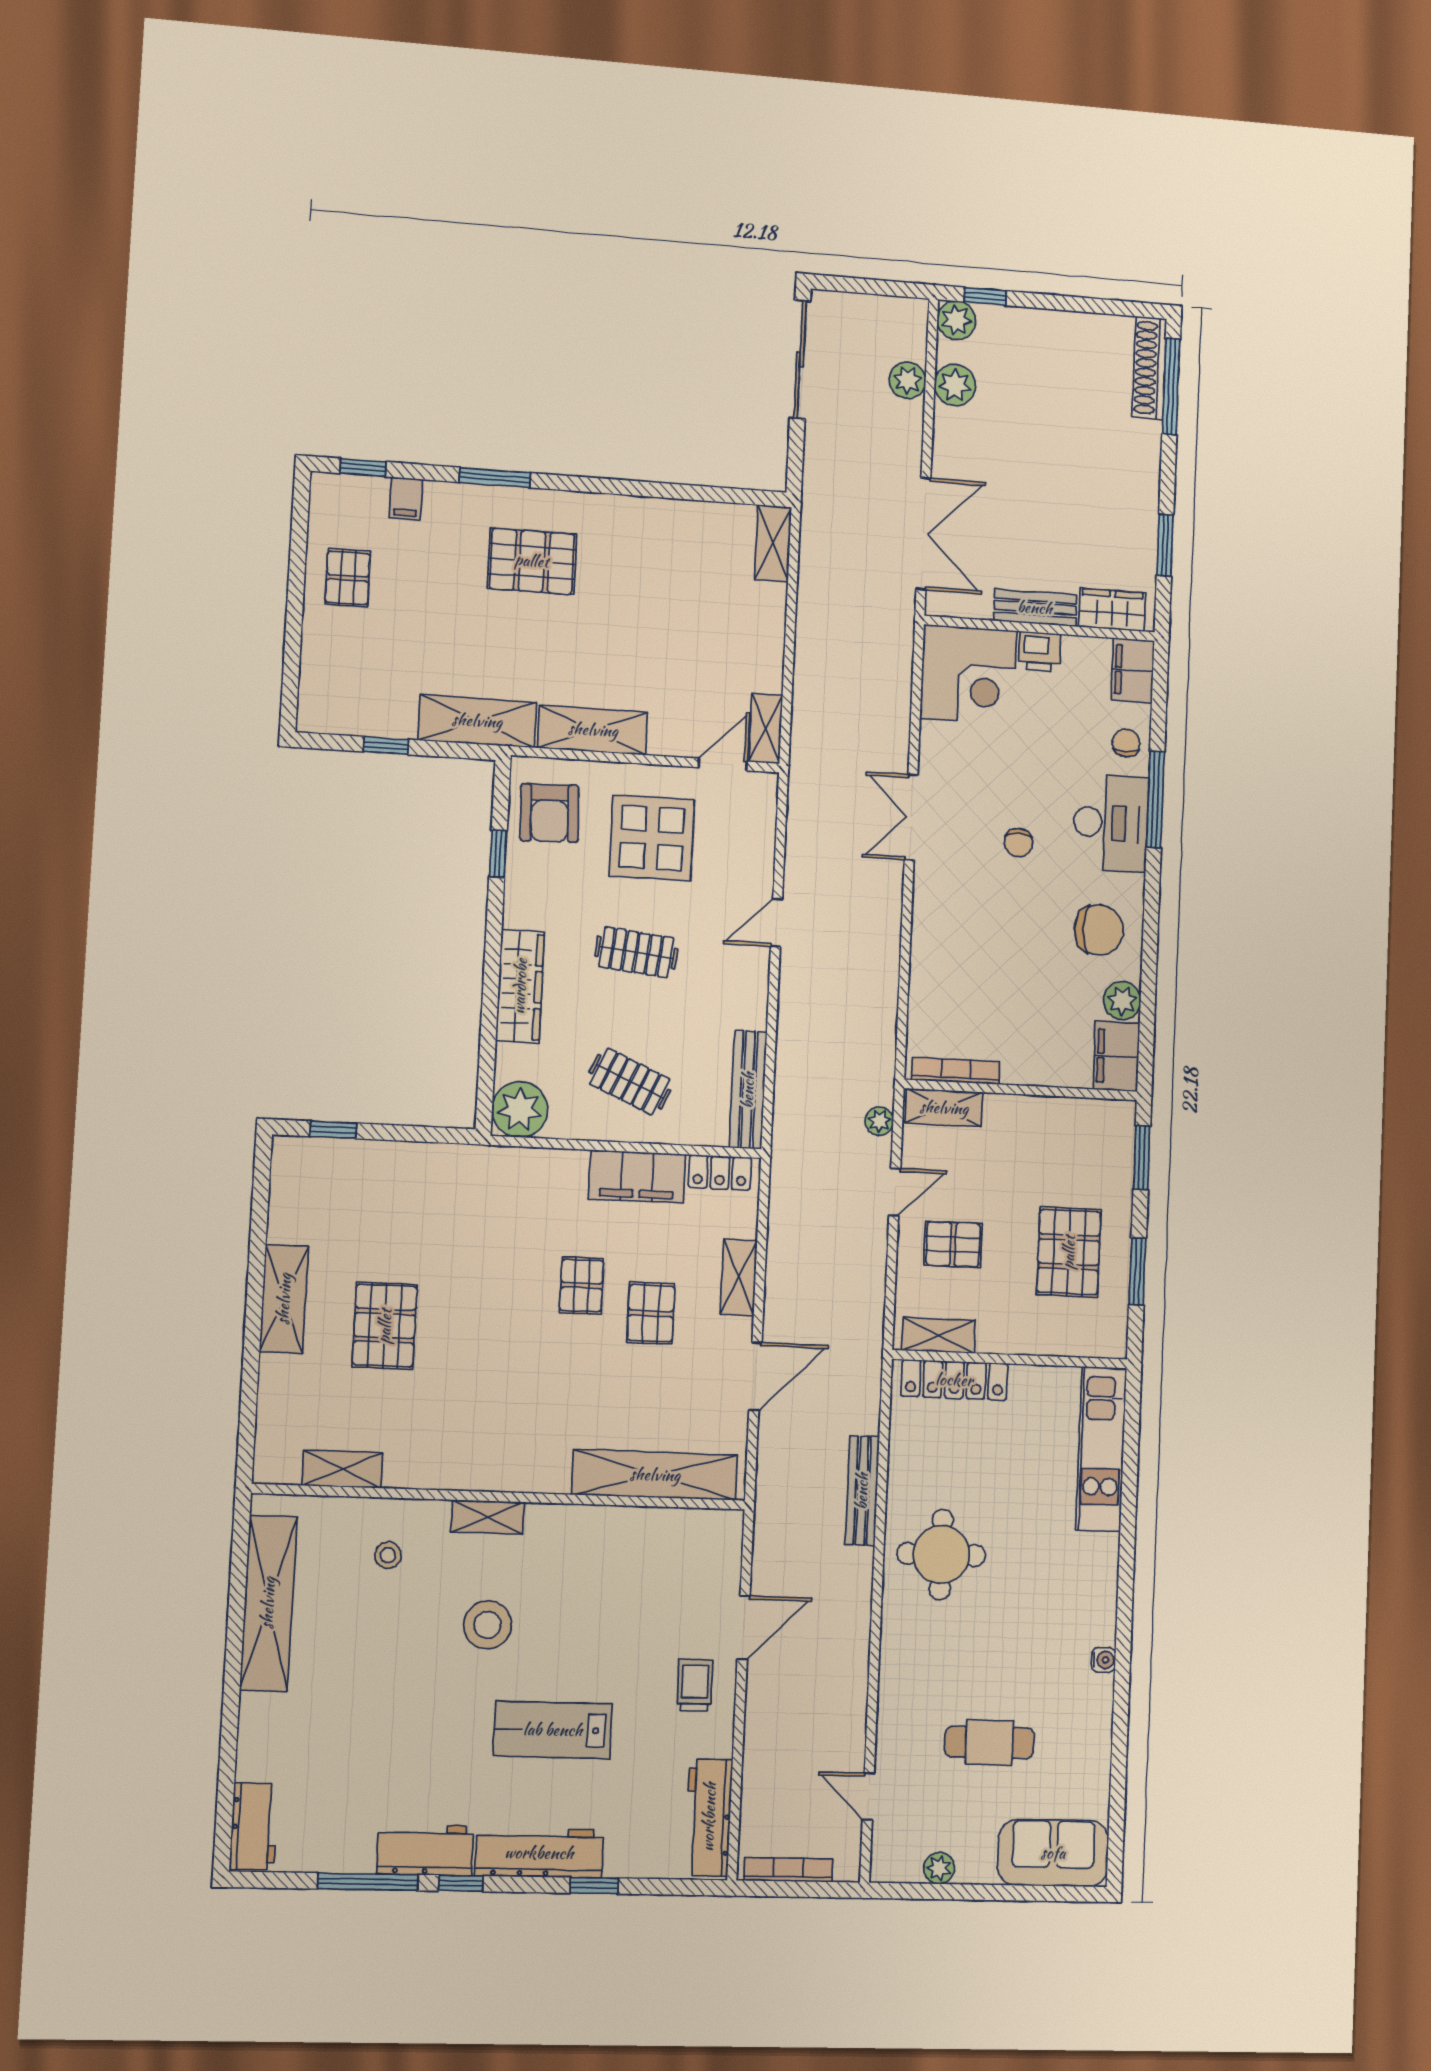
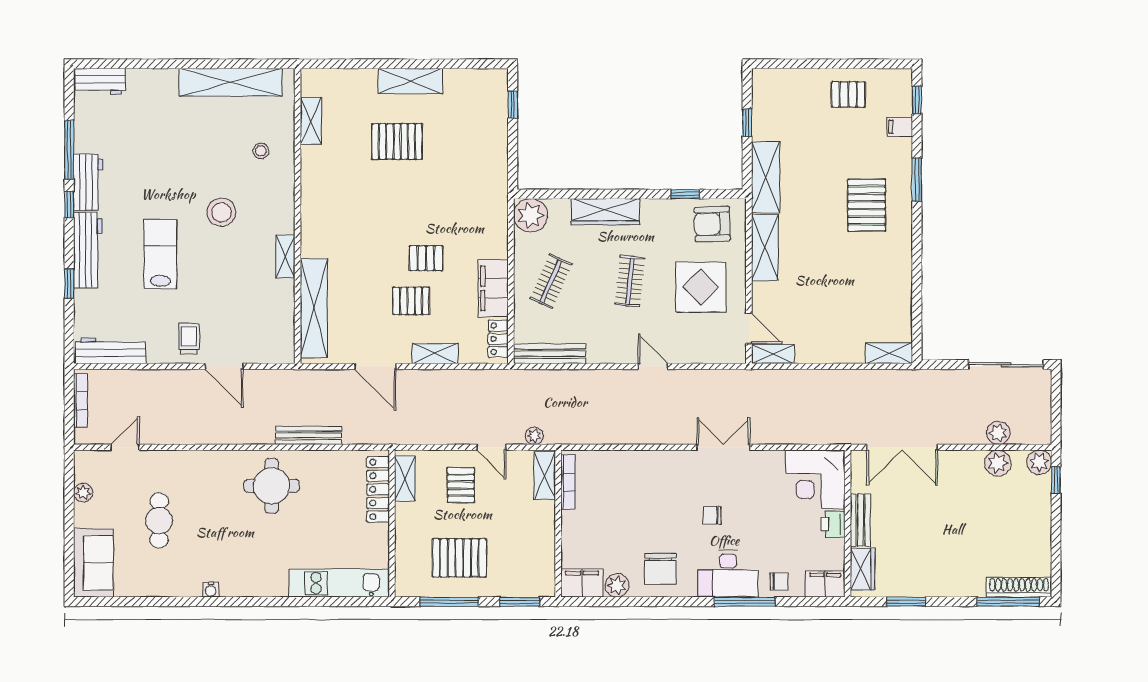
window: (1137, 1271) -> (449, 602), width x1.44
shelving: (488, 1517) -> (285, 256), moved
trolley: (695, 1685) -> (189, 339), turned -90

